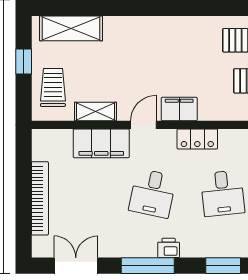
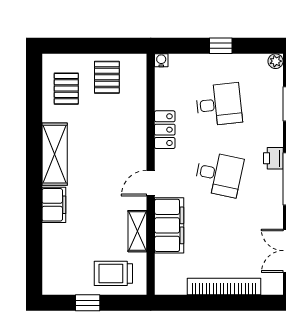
shelving: (71, 28) -> (55, 154), moved
filing cabinet: (179, 109) -> (54, 205), moved, turned 180
door: (144, 125) -> (151, 183), hinge flipped

